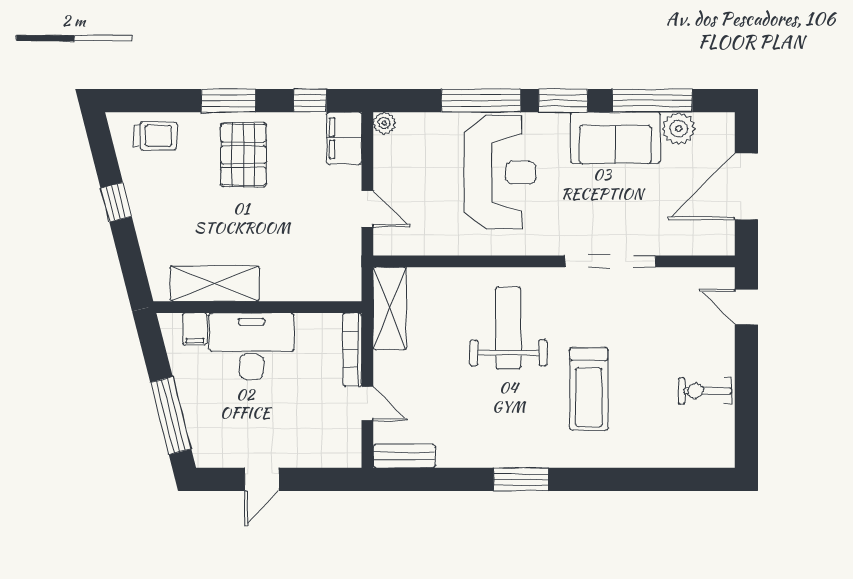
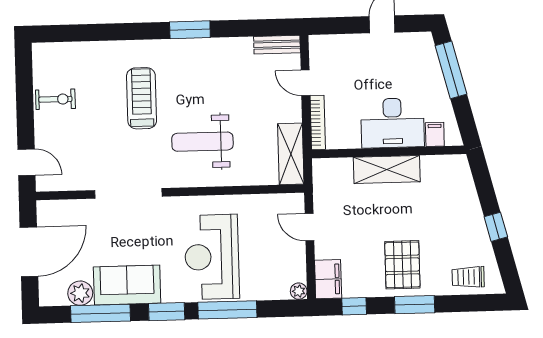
shelving: (215, 284) -> (387, 170), moved
weight bench: (508, 328) -> (202, 142), turned 90

